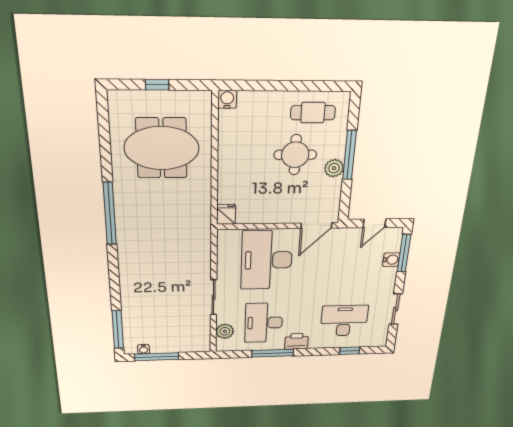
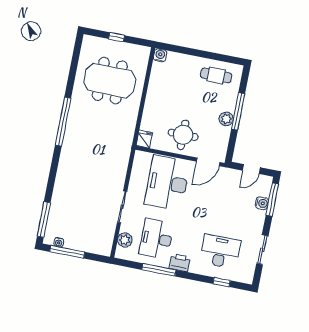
round table: (295, 155) -> (183, 135), moved

